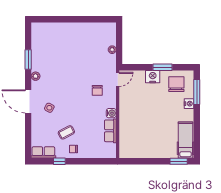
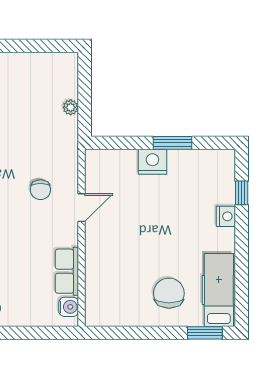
door: (118, 79) -> (82, 208), moved
chair: (176, 84) -> (169, 293), moved
window: (197, 92) -> (242, 193), width x0.46
water cooler: (111, 113) -> (69, 307), moved

